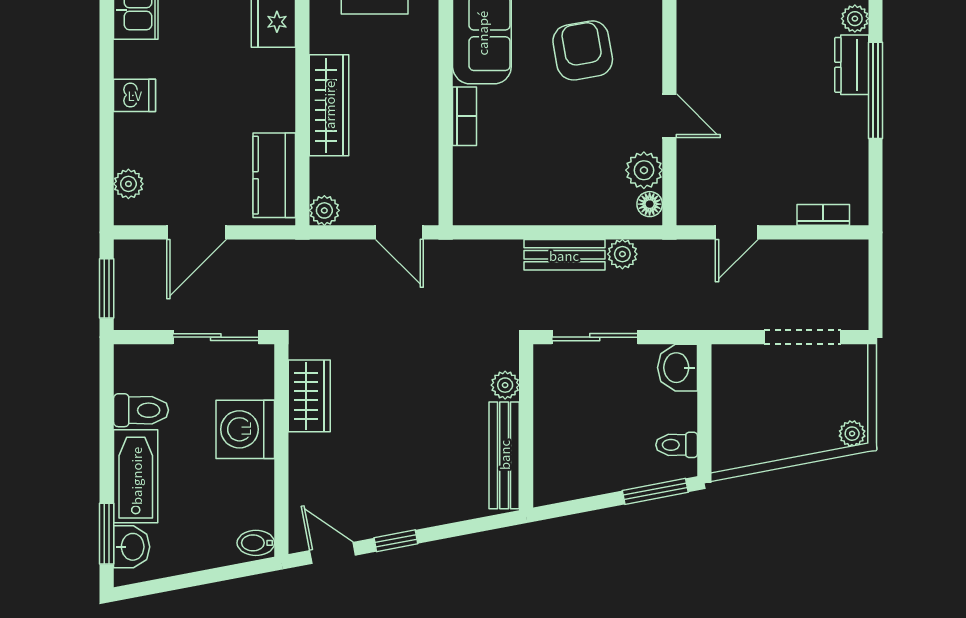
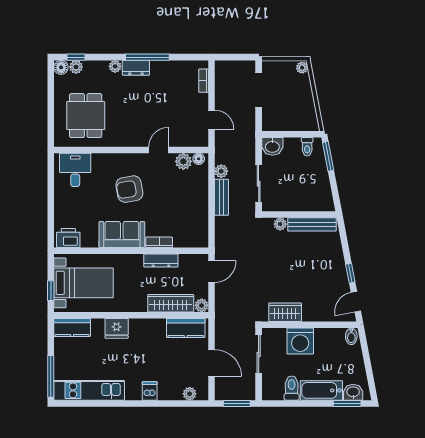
wardrobe: (329, 105) -> (171, 303), moved
dresser: (424, 120) -> (161, 261), added

